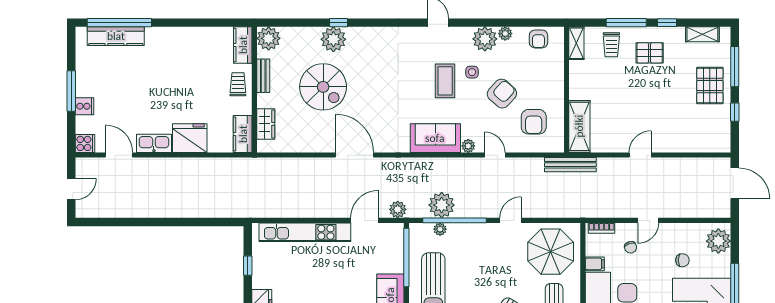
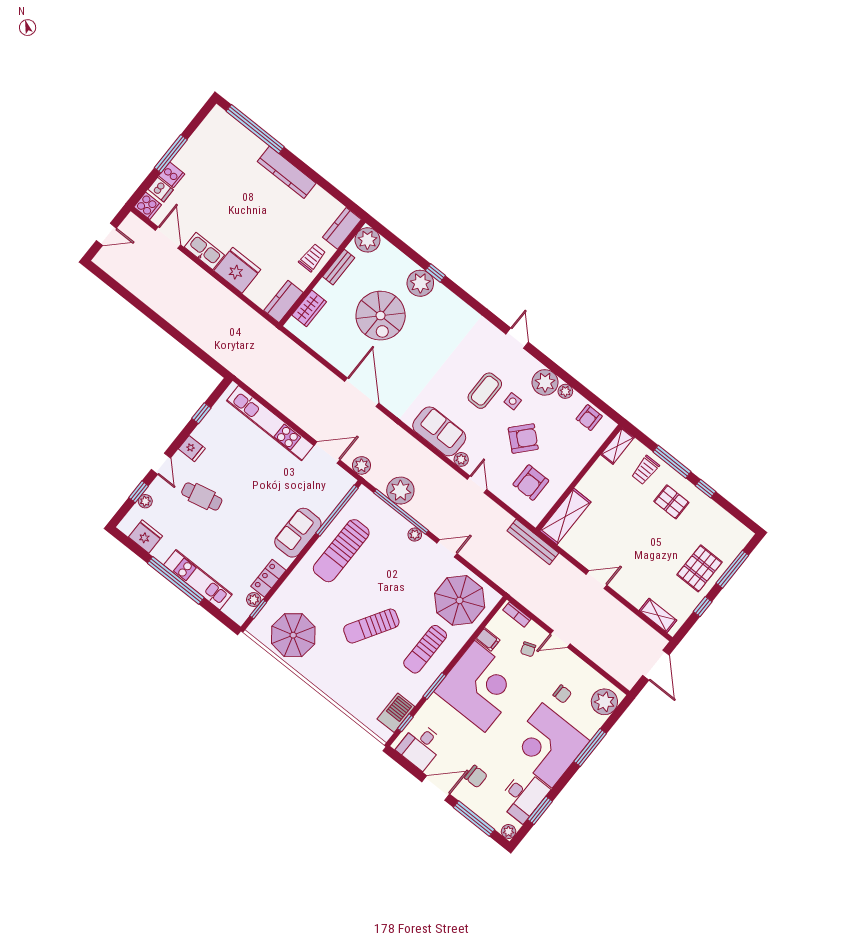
shelving: (702, 34) -> (658, 615), moved
kitchen counter: (116, 36) -> (287, 172), moved
dishwasher: (85, 124) -> (161, 190), added
plant: (440, 229) -> (415, 535), moved

